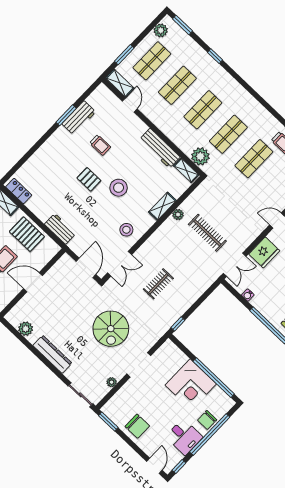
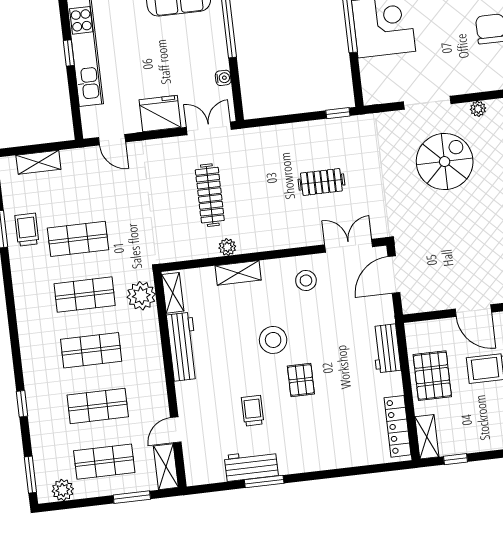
locker: (19, 191) -> (398, 426), width x1.53
spiral stairs: (111, 329) -> (445, 162), moved

